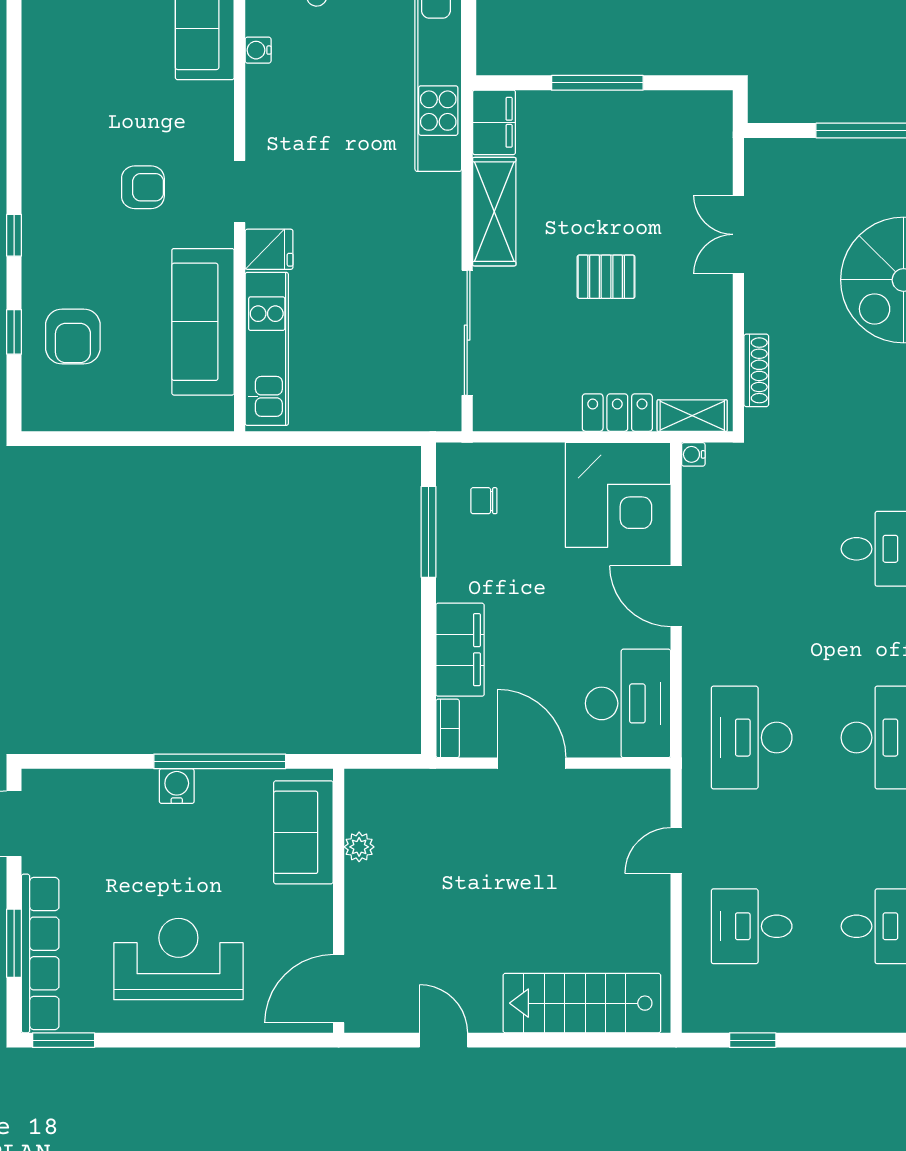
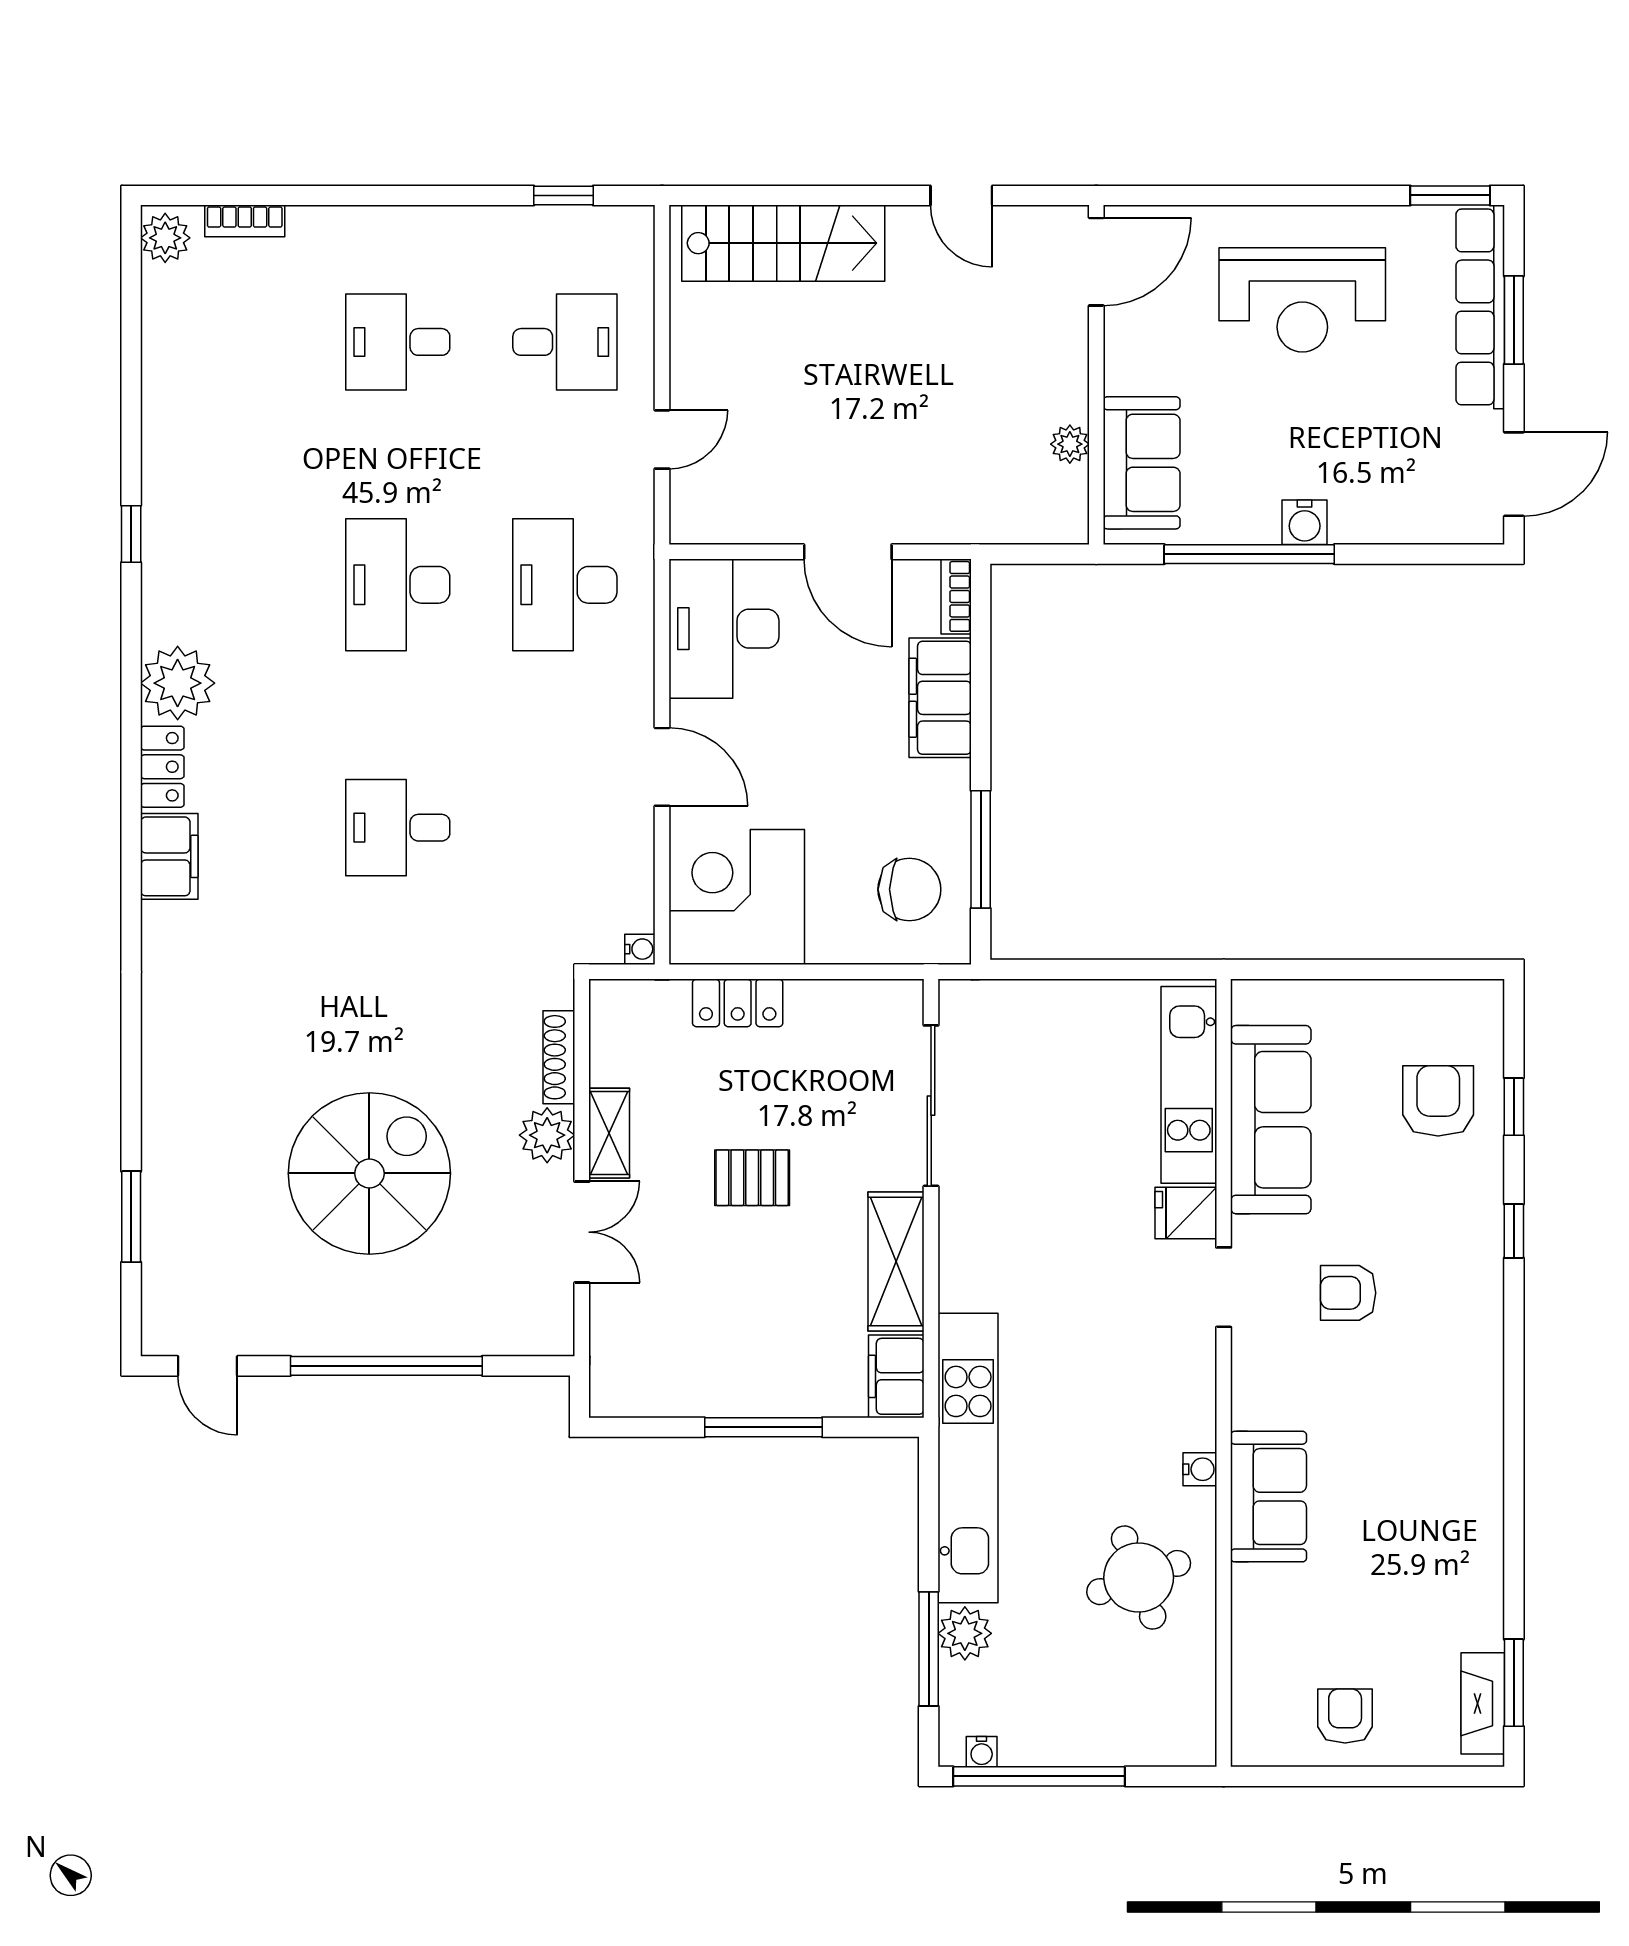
plant: (765, 310) -> (547, 1135), added
shelving: (692, 416) -> (609, 1133), moved, turned 90
chair: (484, 501) -> (909, 889), width x1.87, depth x1.87
desk: (752, 738) -> (565, 585), turned 180

